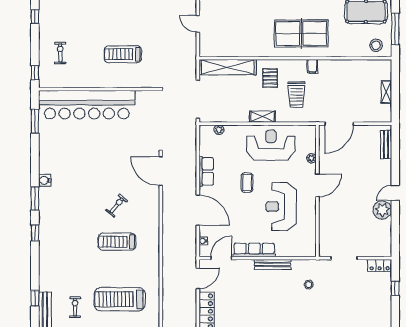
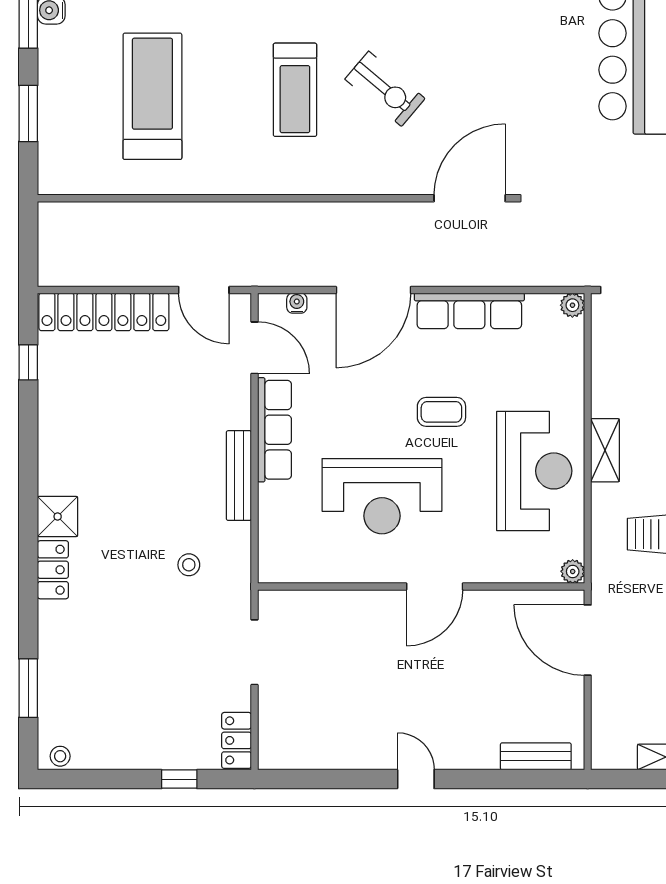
plant: (219, 130) -> (572, 305), moved
plant: (311, 158) -> (573, 571), moved
row of seats: (206, 171) -> (469, 311), width x1.48
door: (317, 185) -> (435, 586), hinge flipped
exercise bike: (117, 205) -> (385, 89), width x1.38, depth x1.39
reception desk: (281, 207) -> (382, 496), turned 180
plant: (382, 210) -> (374, 747), removed
treadmill: (117, 242) -> (295, 90), turned 180

